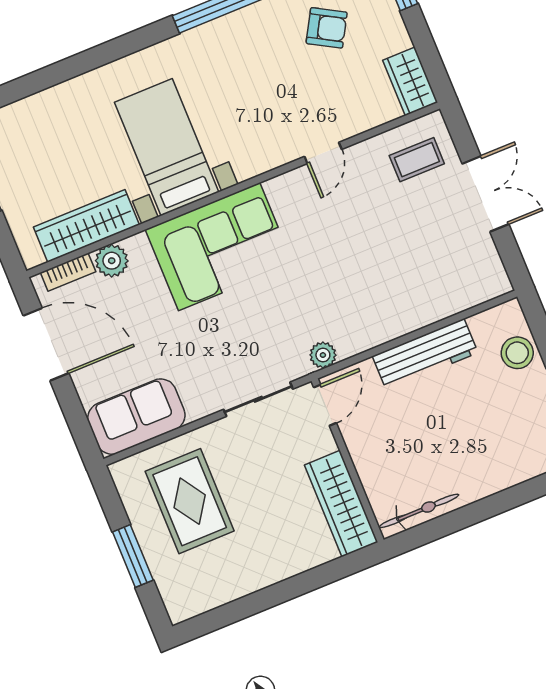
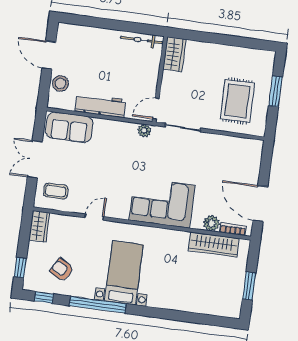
bed with nightstands: (167, 147) -> (124, 273), moved, turned 180
sofa: (136, 417) -> (69, 127), moved
wardrobe: (341, 504) -> (174, 54), width x0.67

